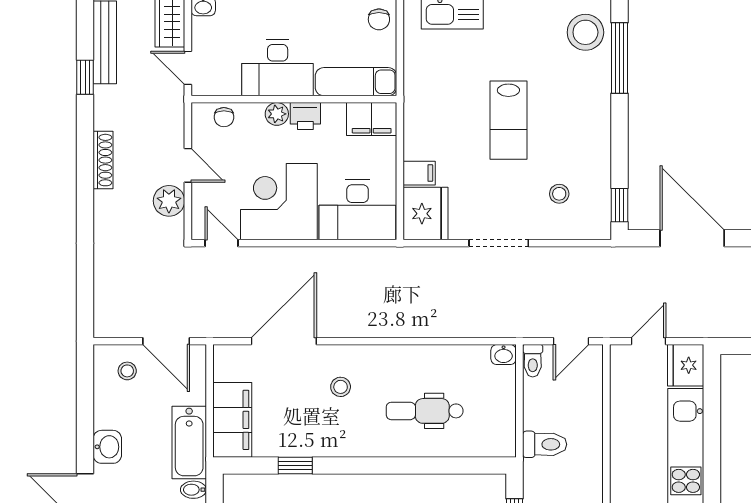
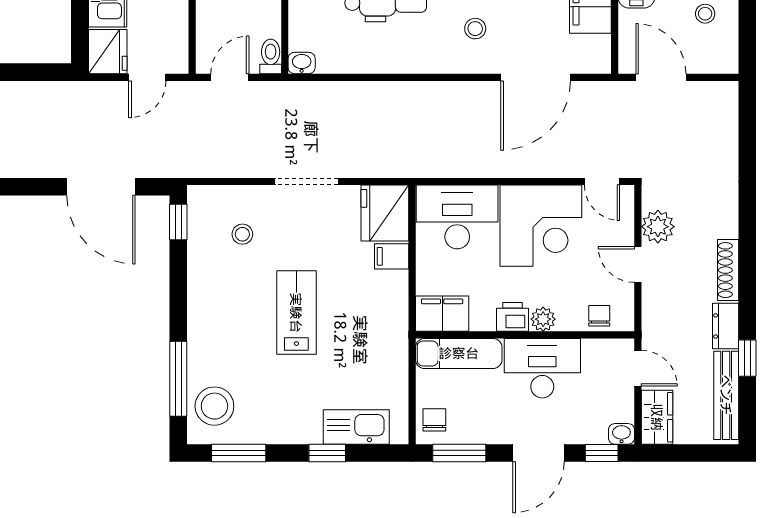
dresser: (105, 108) -> (726, 326), added
stool: (127, 371) -> (705, 14), moved

